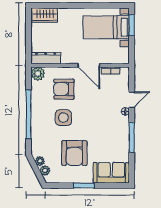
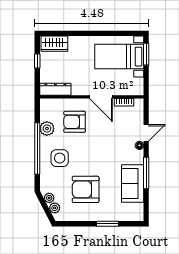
window: (29, 31) -> (37, 61), added
plant: (38, 74) -> (47, 129), moved
side table: (63, 118) -> (60, 158), moved
armchair: (74, 153) -> (86, 189), turned 90
sofa: (111, 173) -> (133, 183), moved, turned -90
window: (84, 186) -> (107, 224), moved

